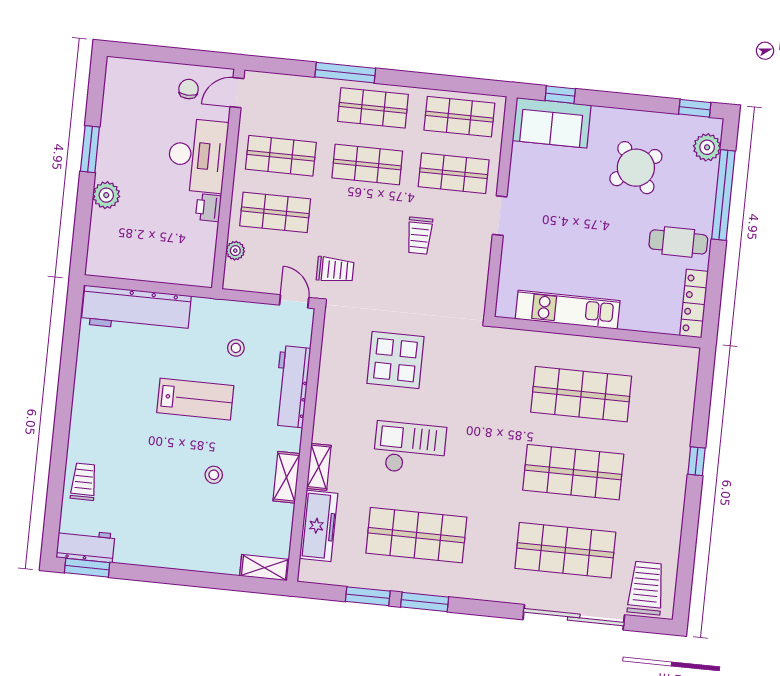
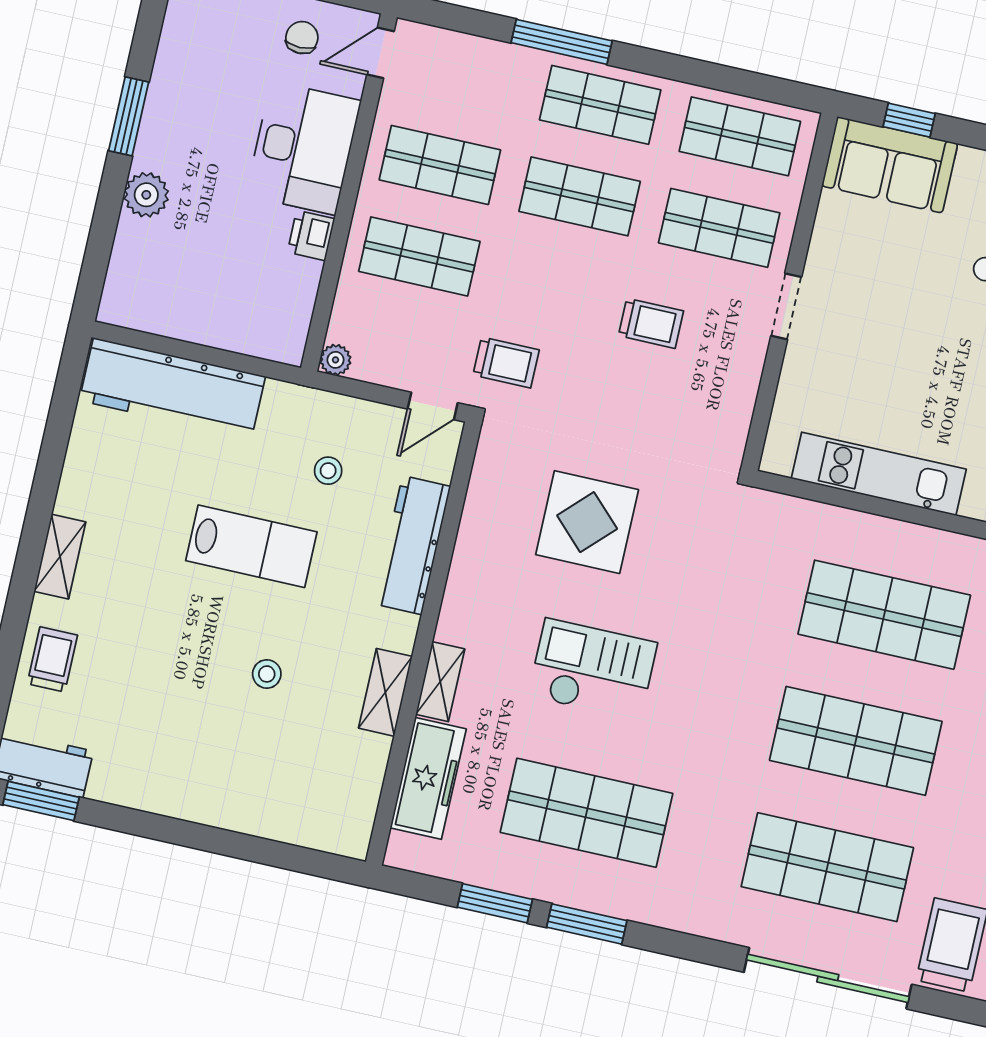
trolley: (420, 236) -> (651, 323), turned -90
plant: (235, 251) -> (335, 360), moved
door: (294, 301) -> (433, 406), swing flipped
shelving: (264, 568) -> (60, 557), moved, turned 90

